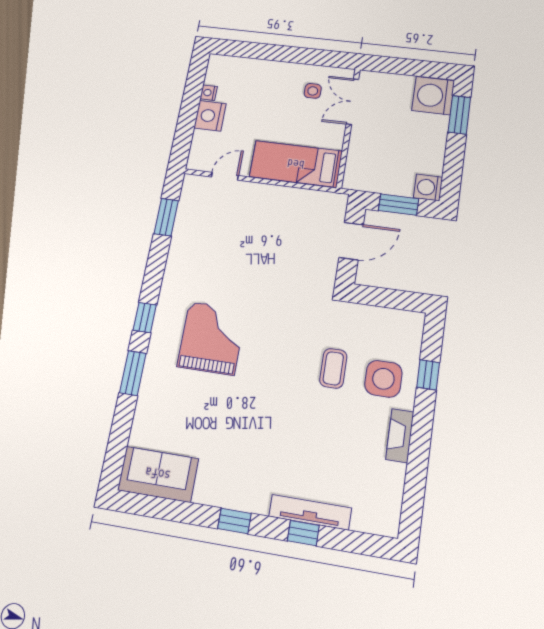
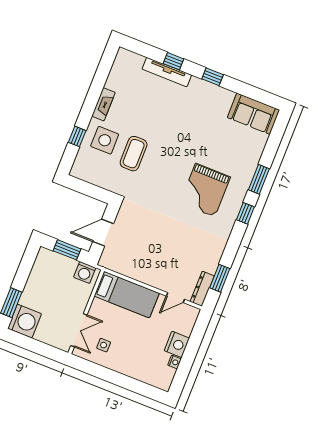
washing machine: (428, 187) -> (85, 272), moved, turned 90
dresser: (189, 197) -> (202, 289), added
coffee table: (333, 368) -> (134, 154), width x1.36, depth x1.30

